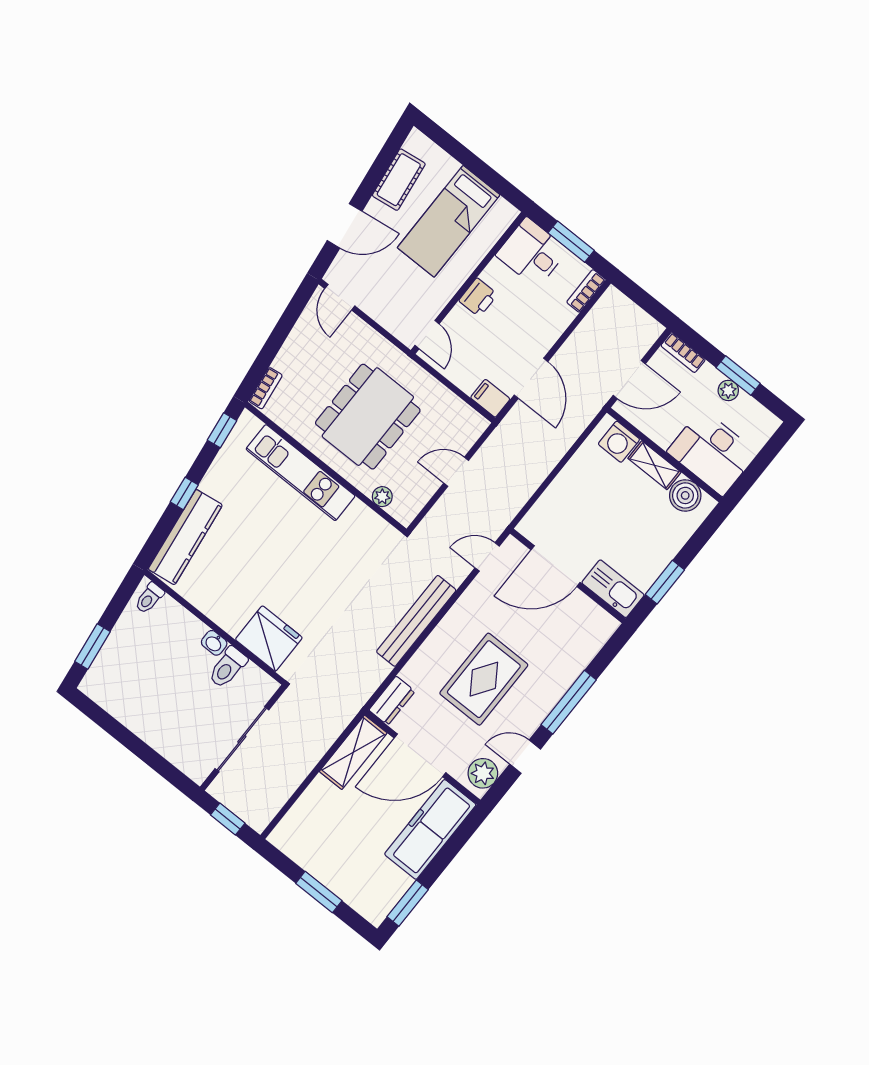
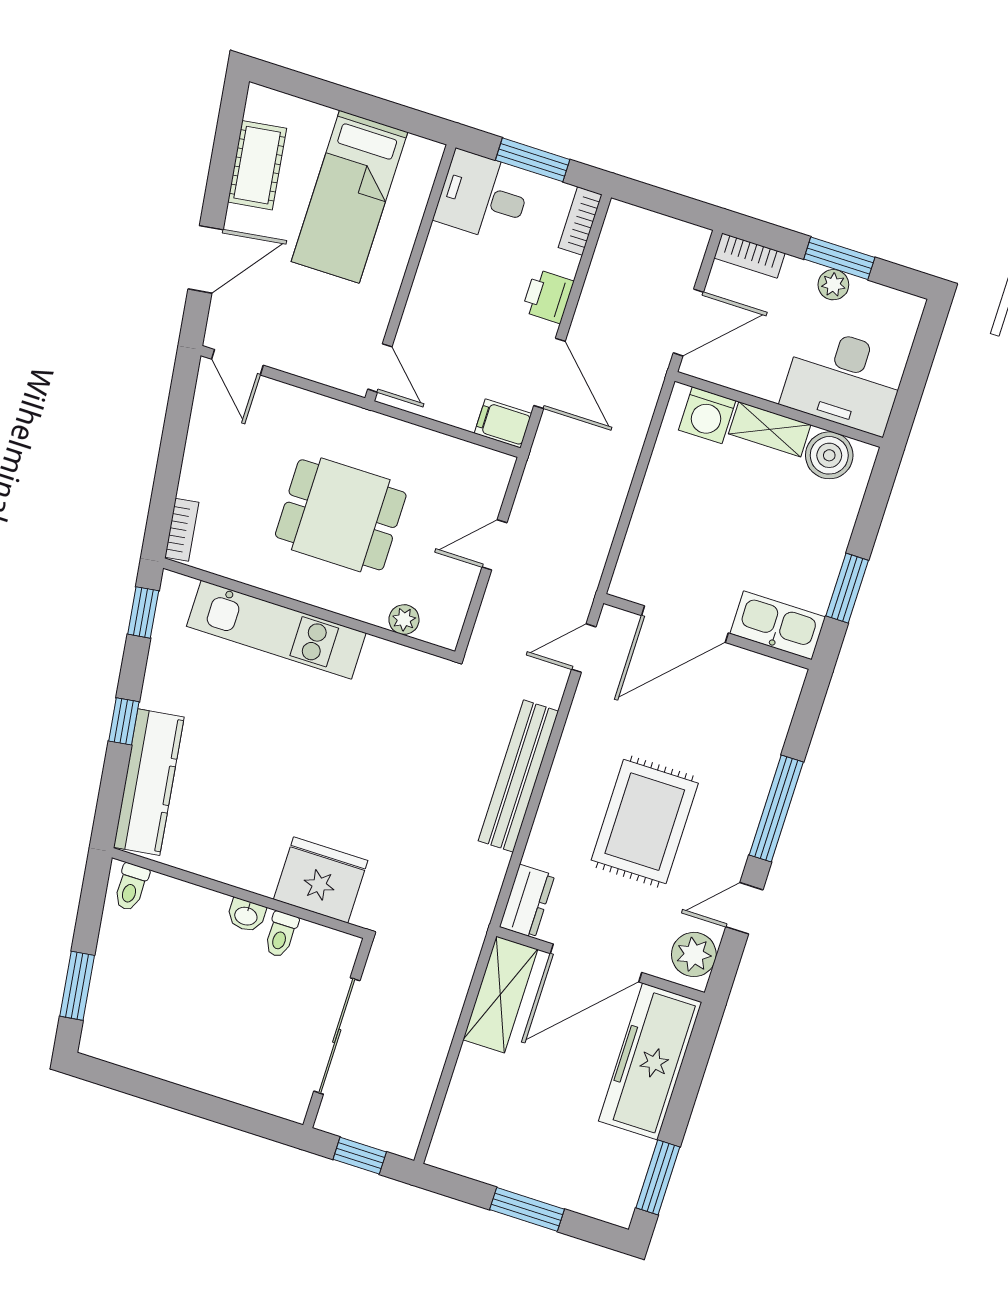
printer: (478, 297) -> (548, 296), moved, turned 180
dining table: (368, 417) -> (341, 515), width x0.73
toilet: (228, 667) -> (281, 935), width x0.73, depth x0.72

